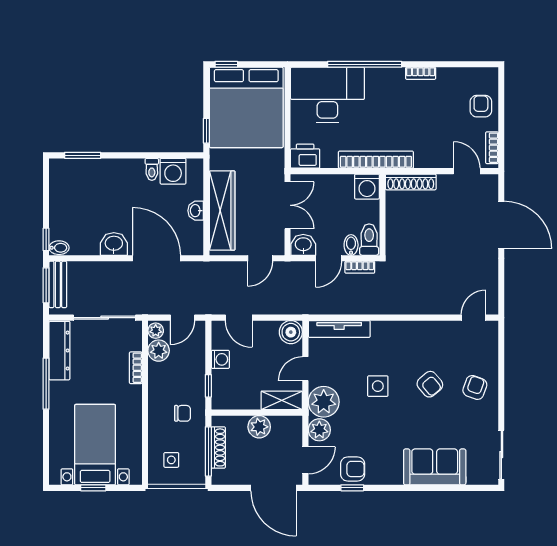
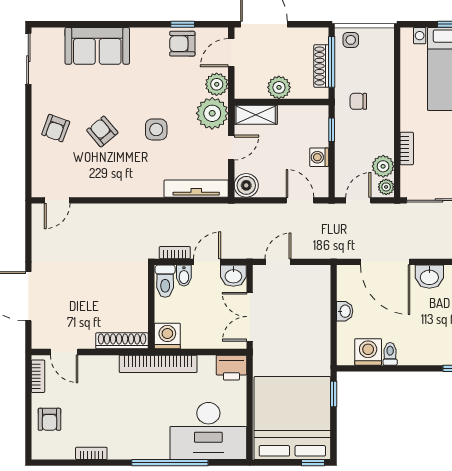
bookcase: (421, 73) -> (91, 453), moved
wardrobe: (222, 211) -> (317, 311), removed
side table: (171, 460) -> (351, 40), moved

